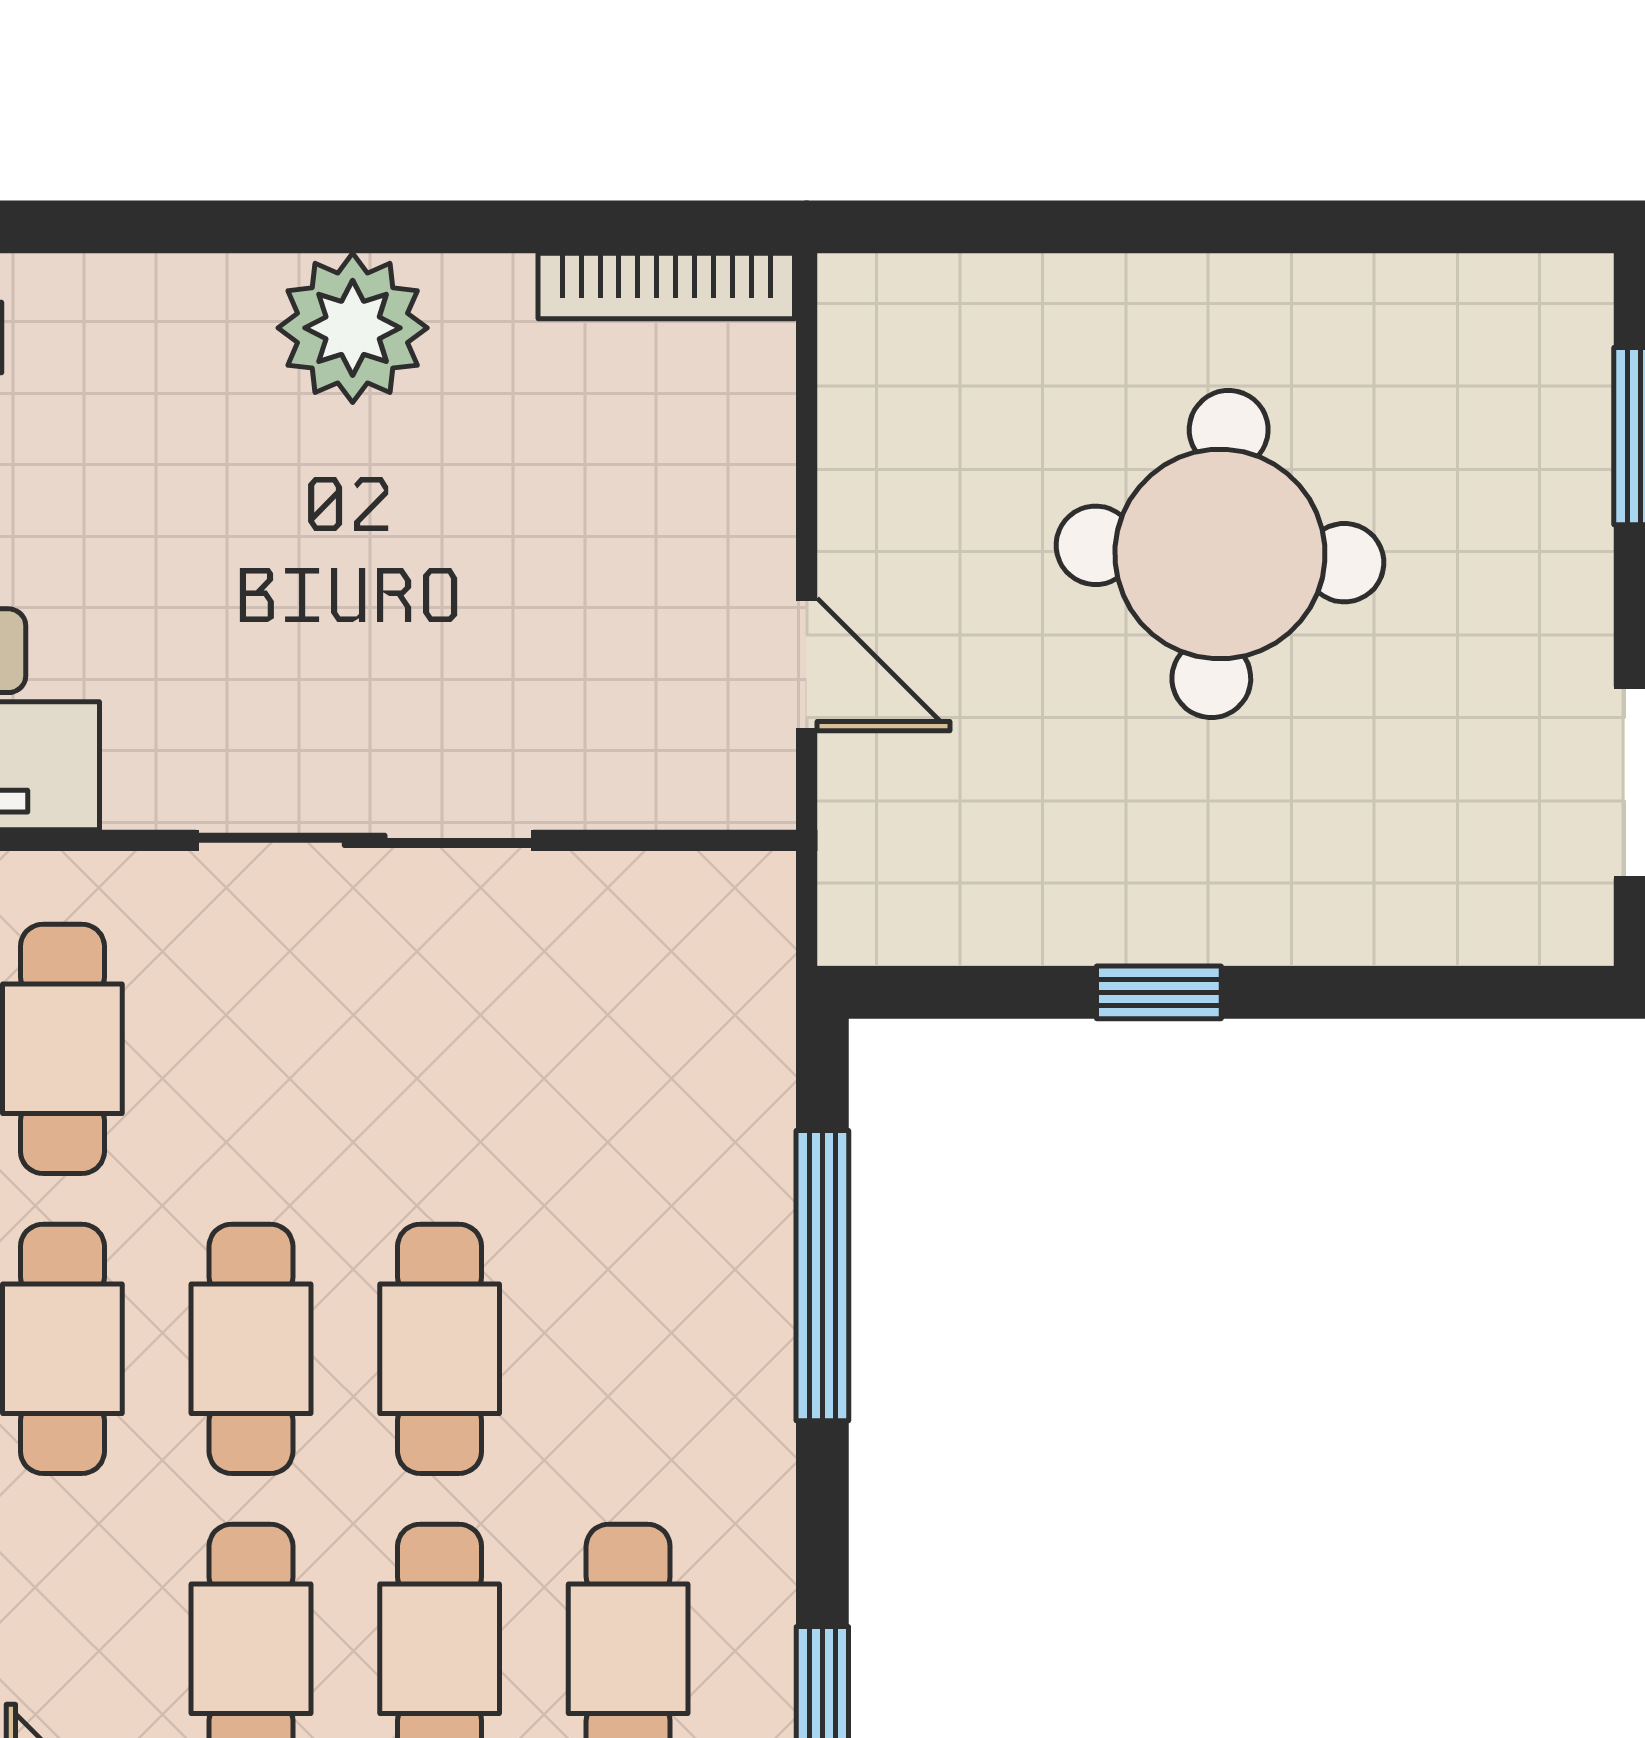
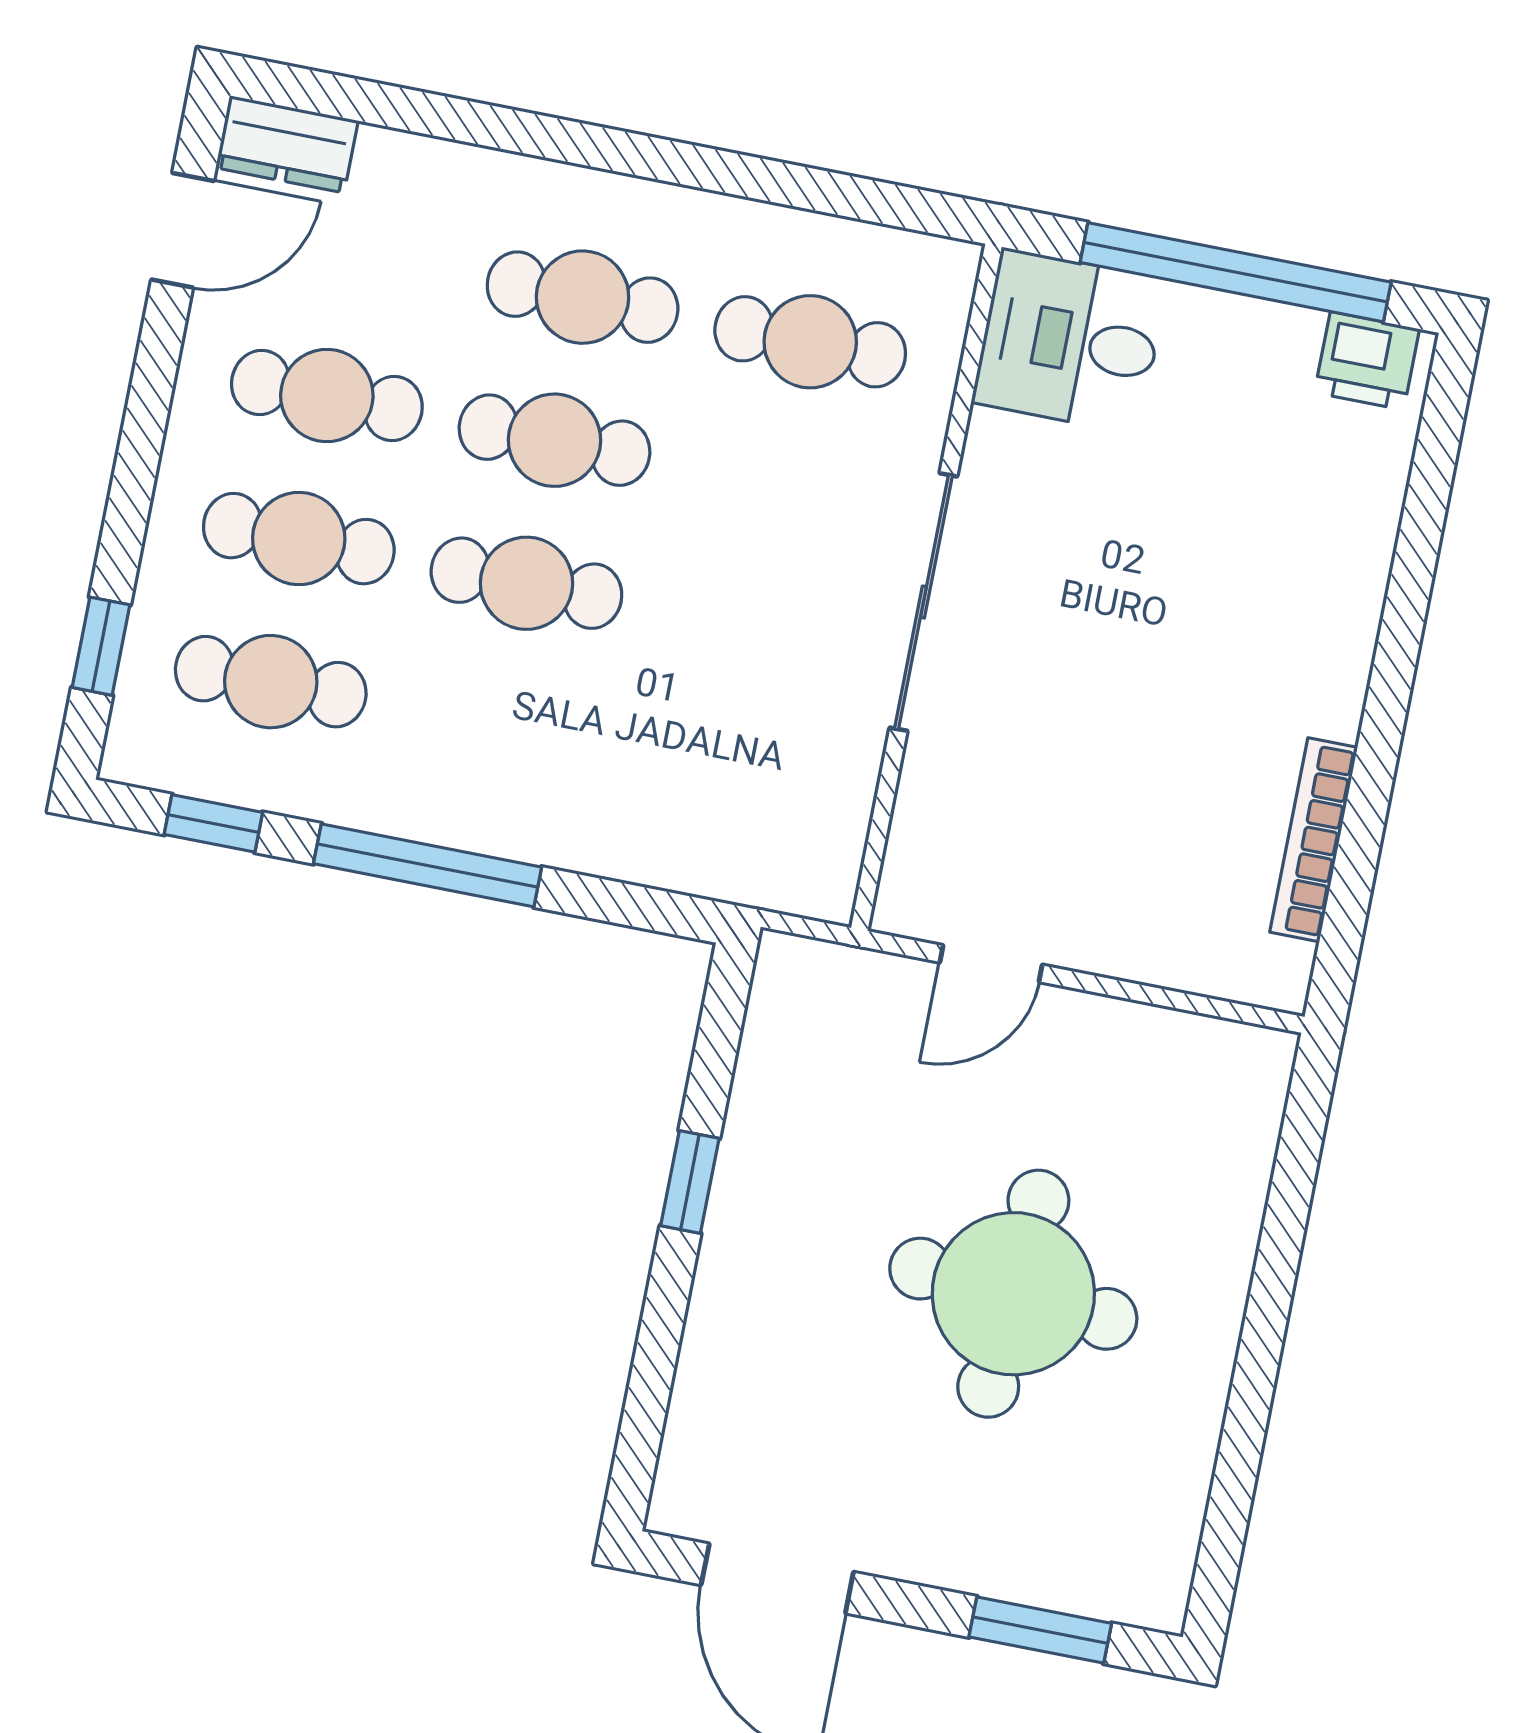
bookcase: (666, 286) -> (1314, 840), moved
plant: (353, 328) -> (1314, 669), removed
window: (822, 1276) -> (428, 865), moved

